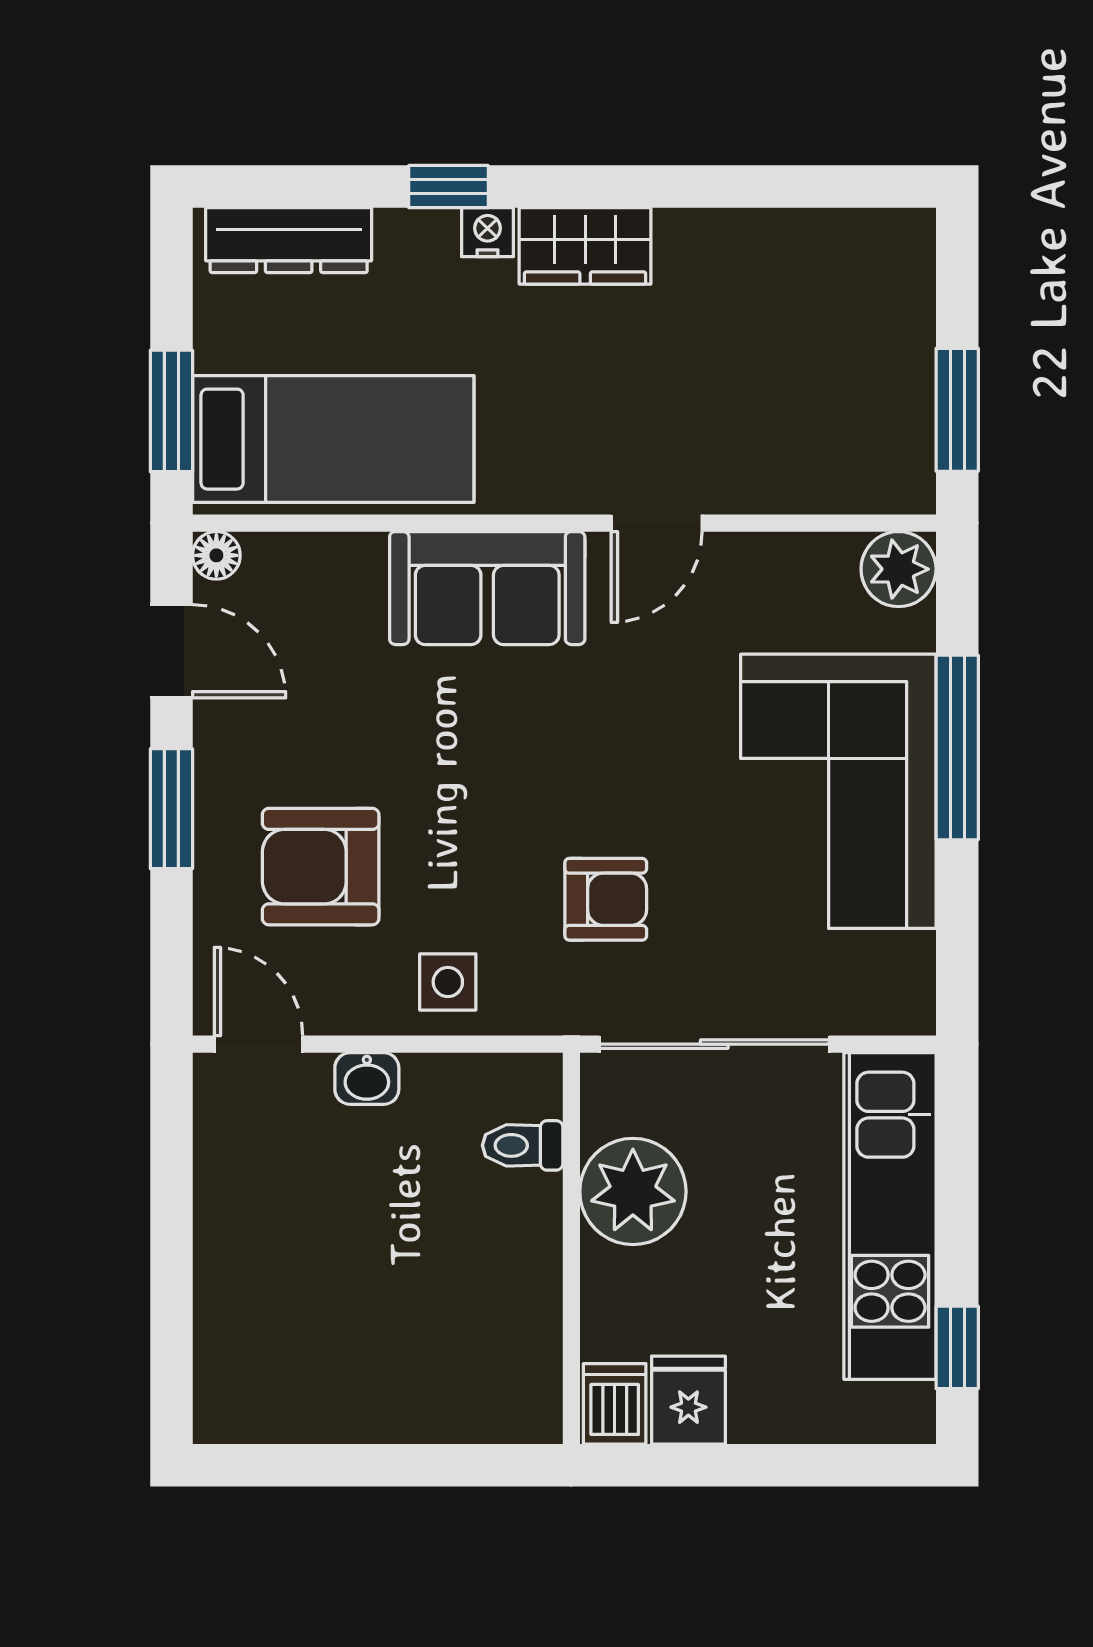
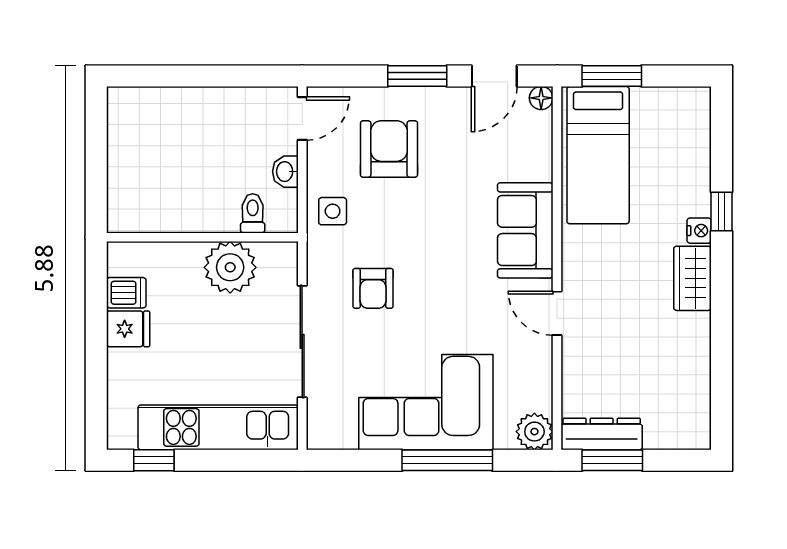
dresser: (289, 240) -> (602, 434), moved, turned 90
toilet: (523, 1145) -> (253, 213), moved
plant: (633, 1191) -> (230, 267), moved
wall: (571, 1248) -> (202, 237), moved

